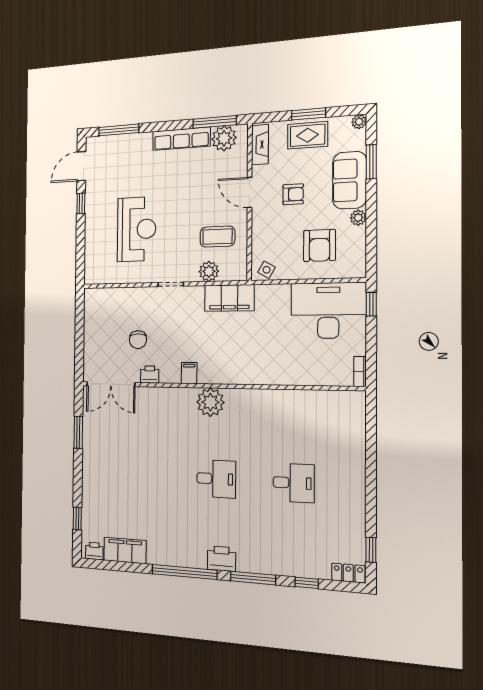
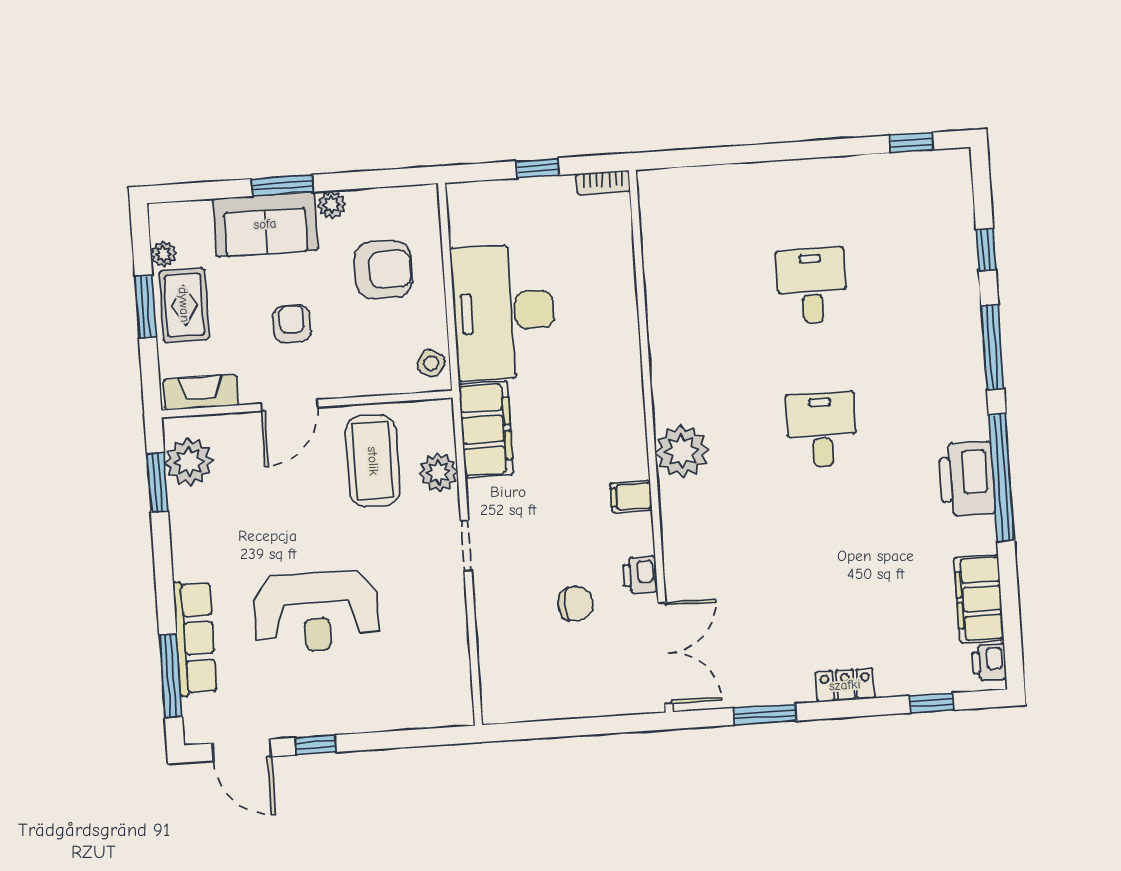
window: (214, 122) -> (158, 483), width x0.69
plant: (359, 122) -> (163, 254), moved
row of seats: (181, 139) -> (195, 638), moved
window: (371, 162) -> (282, 185), moved
reception desk: (137, 229) -> (316, 612), moved, turned 180
coffee table: (217, 237) -> (373, 461), width x1.36, depth x1.32
window: (371, 304) -> (538, 168), moved
desk: (328, 311) -> (504, 312), moved
printer: (221, 559) -> (967, 479), moved, width x1.37, depth x1.19
locker: (348, 573) -> (845, 685), moved, turned 90

